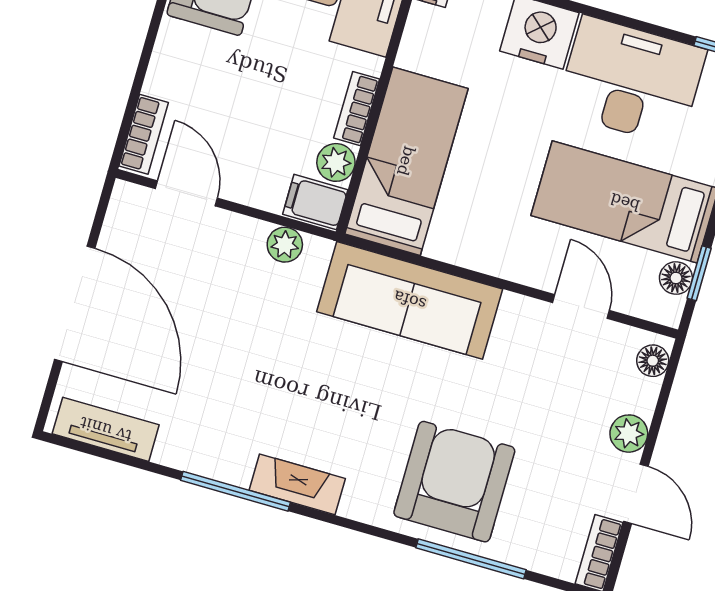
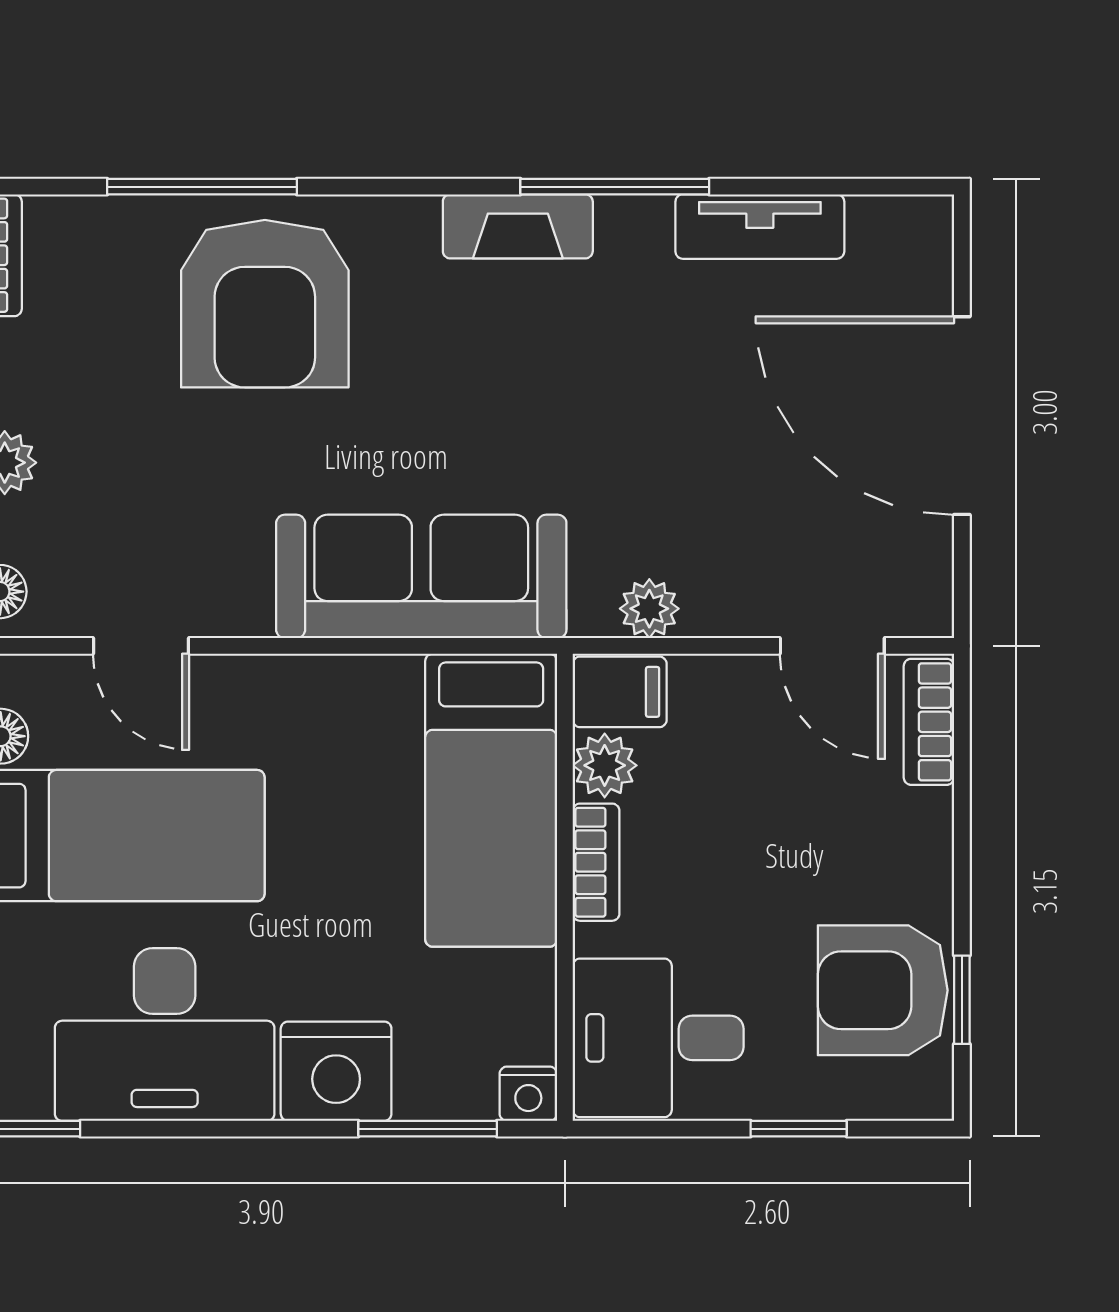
tv unit: (106, 429) -> (760, 227), moved

